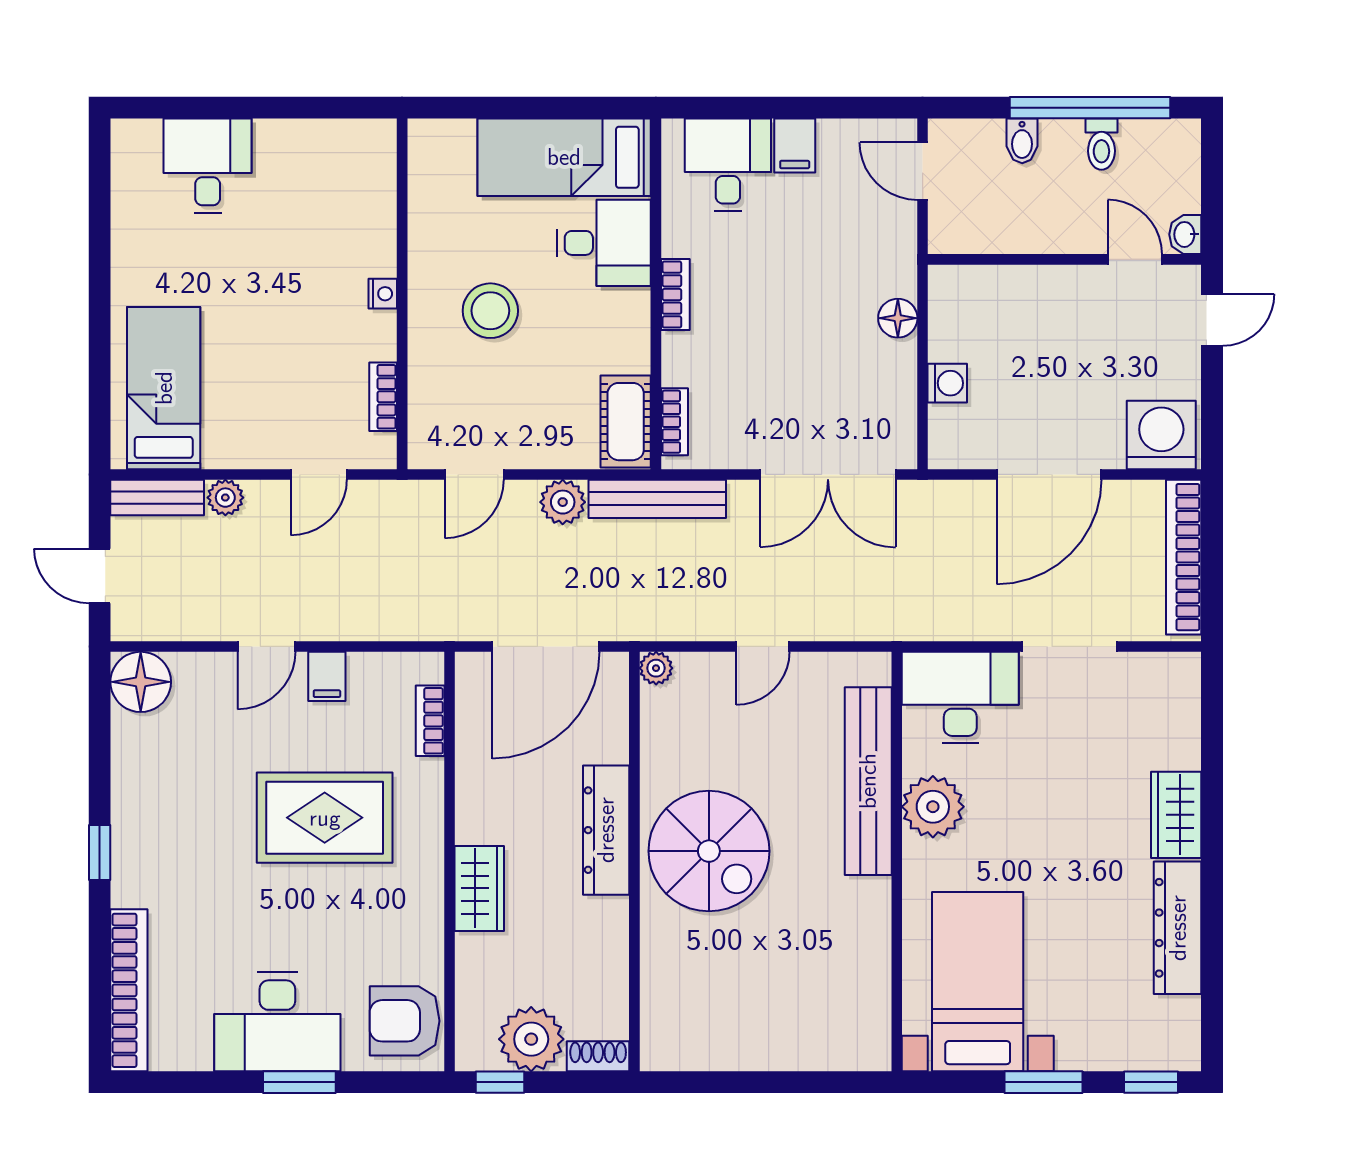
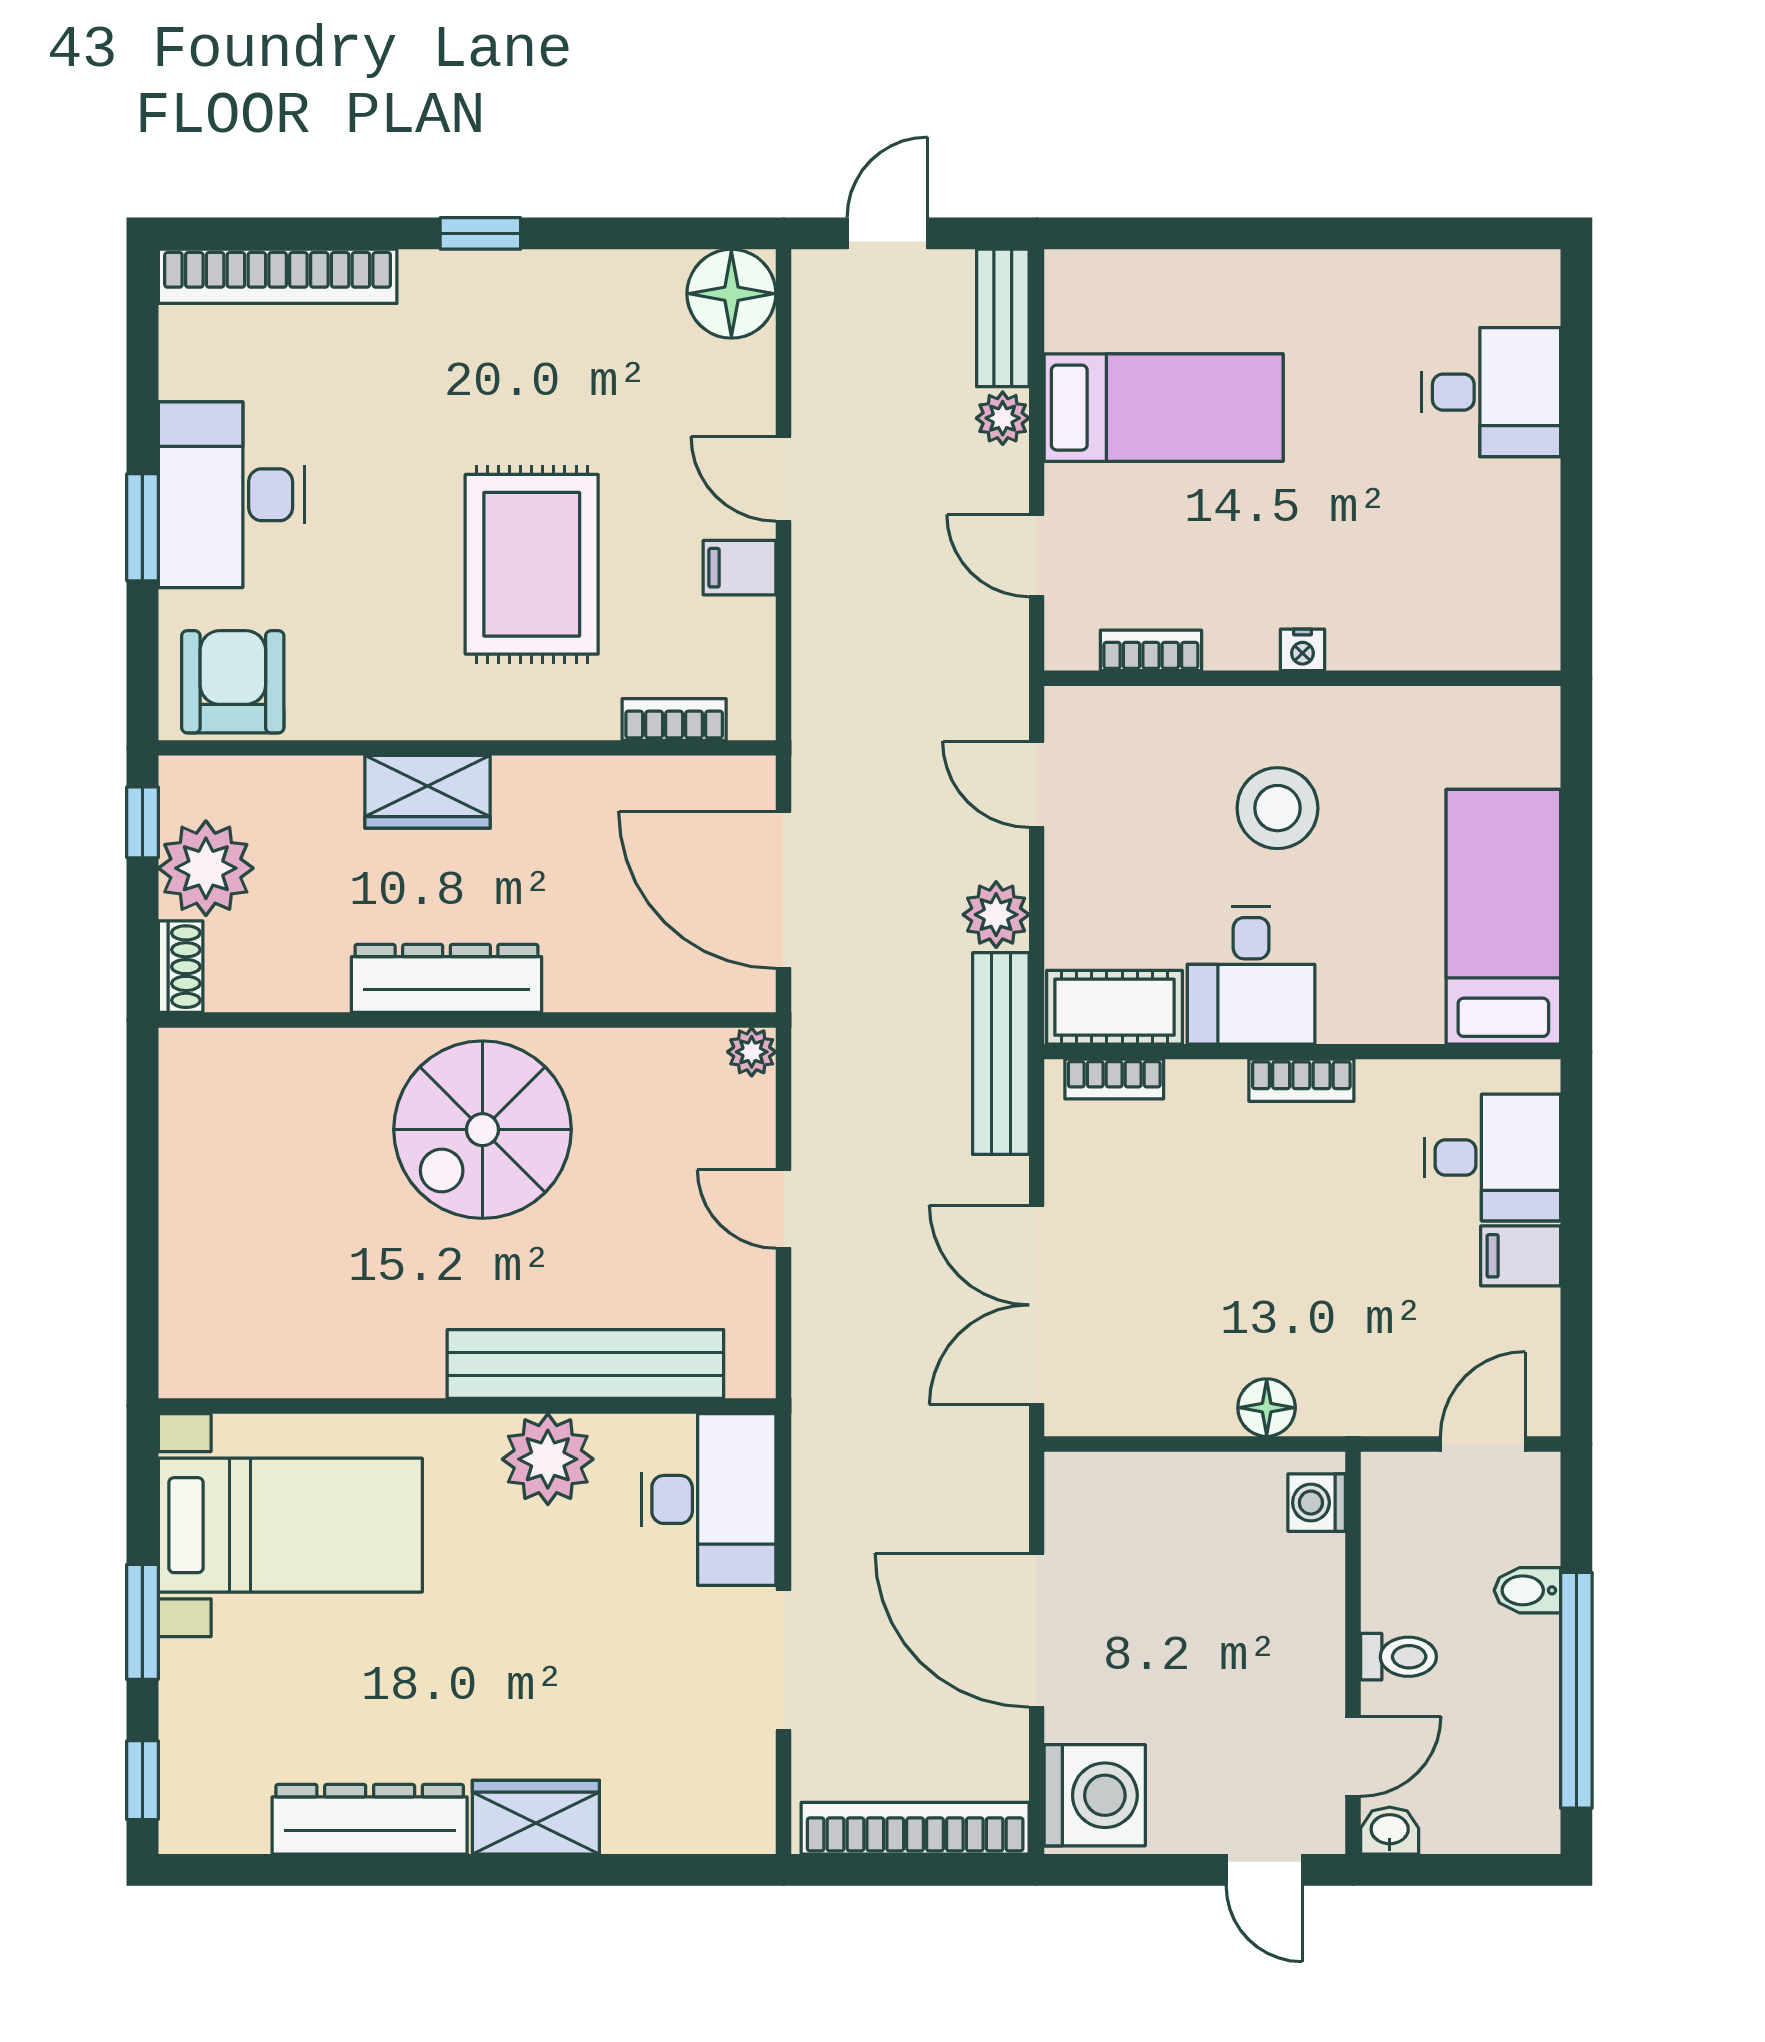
toilet: (1101, 144) -> (1399, 1657), moved, turned 180
desk: (604, 243) -> (1251, 975), moved
washing machine: (947, 383) -> (1317, 1503), moved, turned 90
bed: (164, 388) -> (1164, 408), moved
dresser: (606, 830) -> (446, 978), moved

